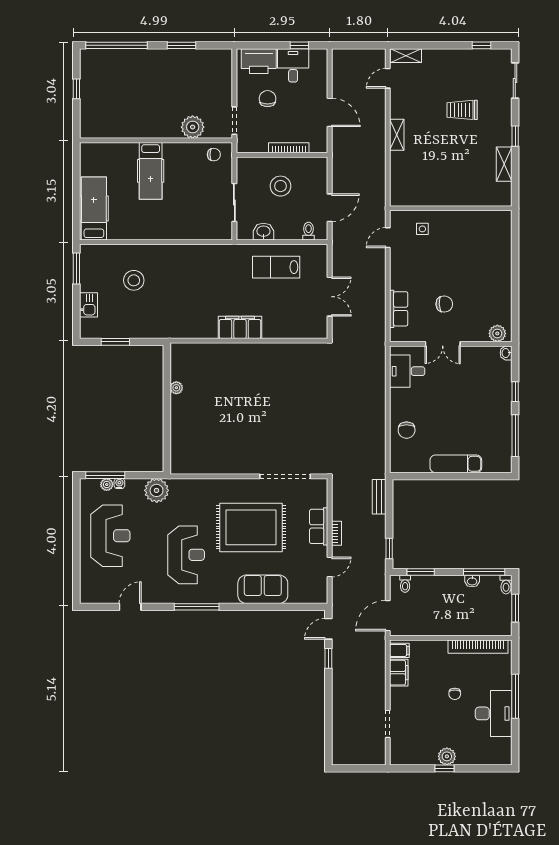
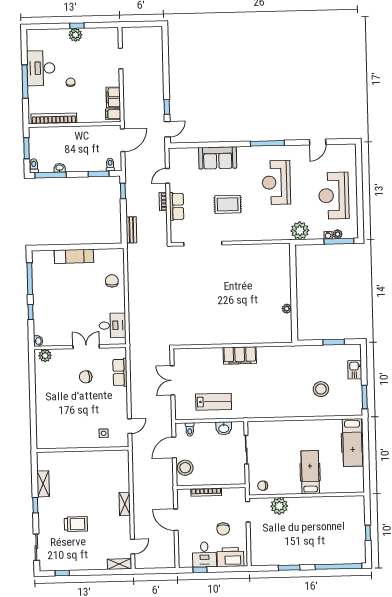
stool: (280, 186) -> (185, 468), moved
rug: (251, 527) -> (228, 204), width x0.54, depth x0.49

